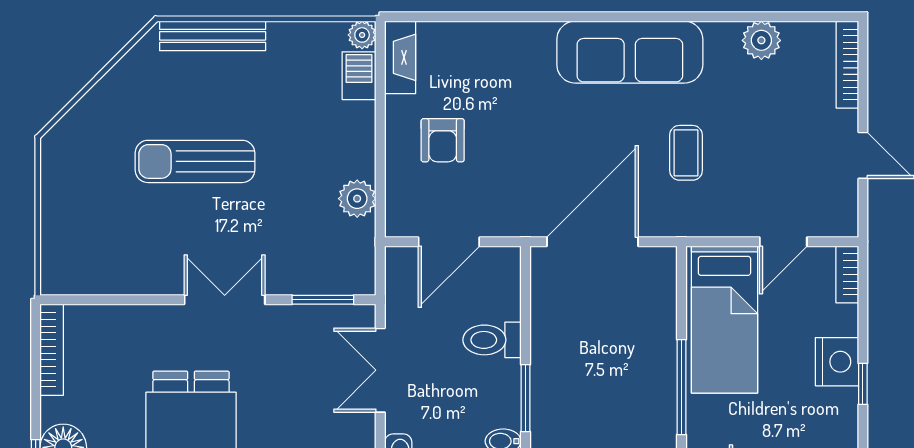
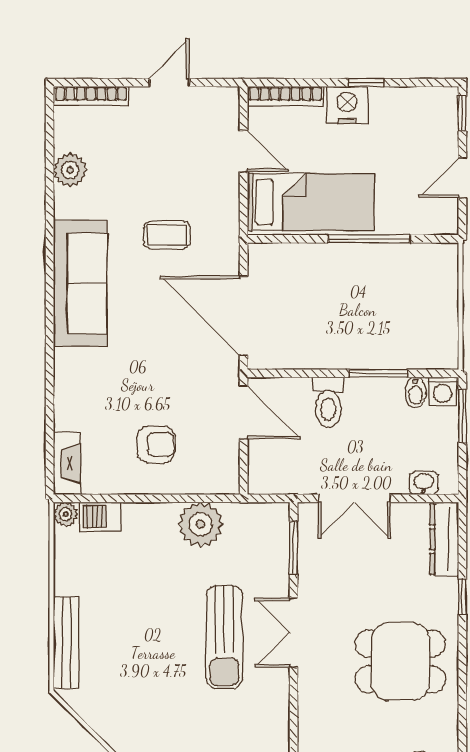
fireplace: (400, 57) -> (67, 463), moved, turned 90
sun lounger: (195, 161) -> (224, 637), moved
plant: (357, 199) -> (201, 524), width x1.36, depth x1.36
door: (449, 242) -> (244, 412), moved
bookcase: (847, 274) -> (286, 96), width x1.56

